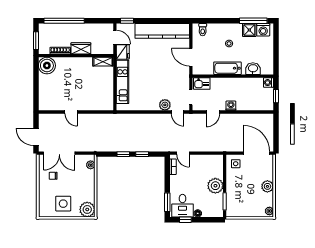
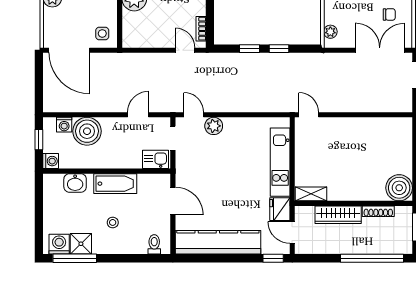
wardrobe: (81, 48) -> (338, 215), width x1.50
boiler: (245, 102) -> (87, 131), added
washing machine: (231, 106) -> (64, 125), moved
door: (71, 112) -> (309, 115), moved

